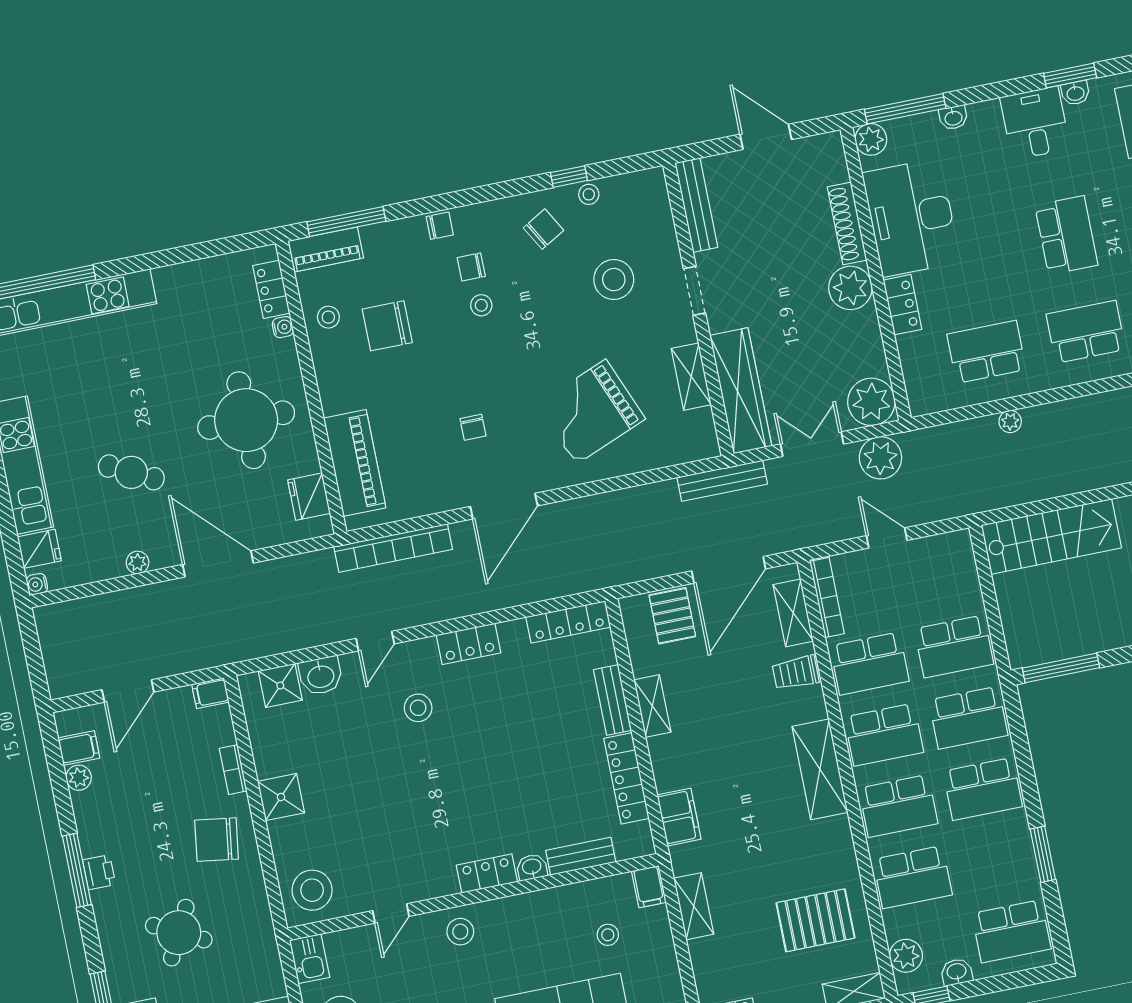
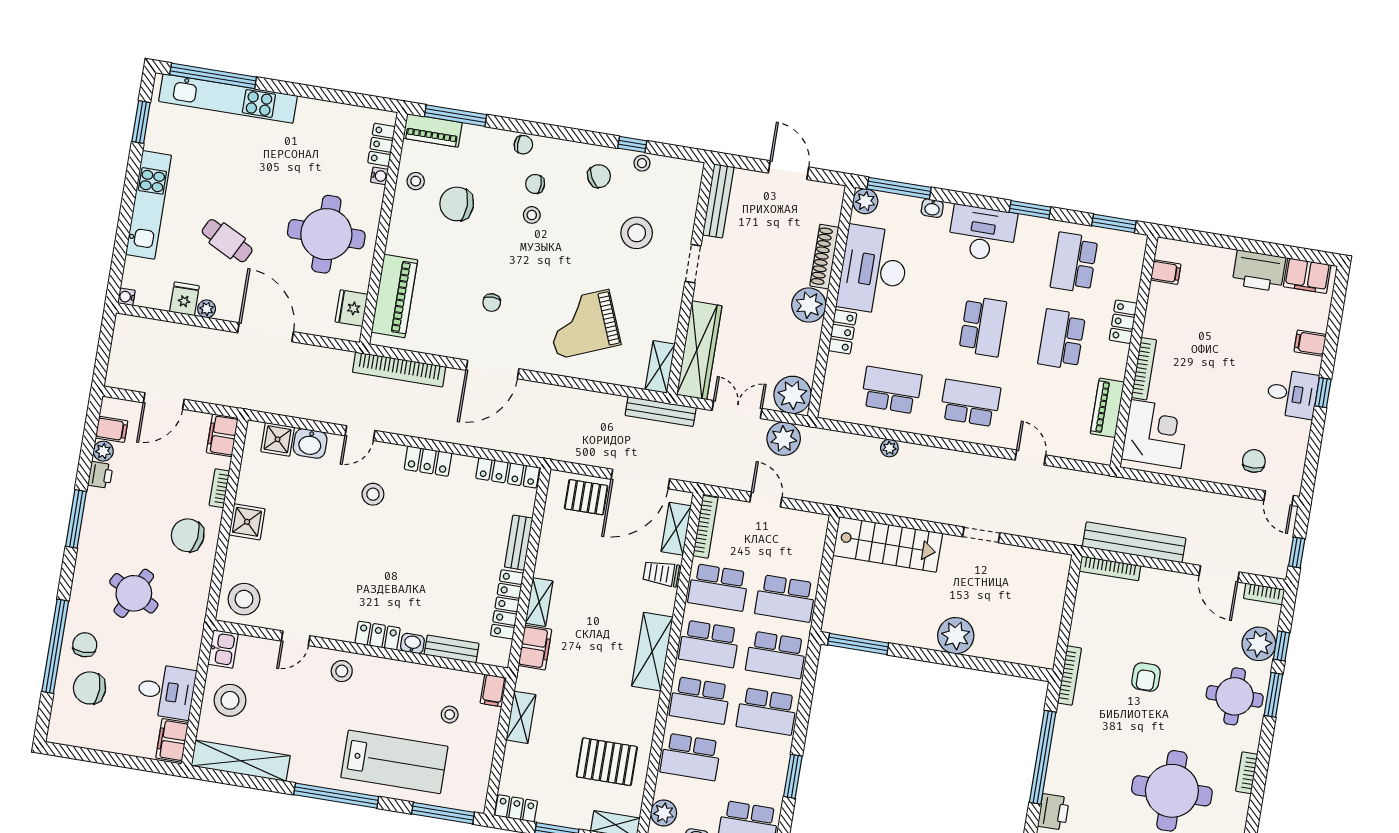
washbasin: (1075, 93) -> (1029, 224), removed
desk: (1035, 123) -> (982, 233), width x1.37
shelving: (691, 377) -> (660, 367), moved
fridge: (39, 549) -> (184, 299), moved, turned -90
pallet: (672, 616) -> (586, 497), turned 90
filing cabinet: (210, 693) -> (222, 435), width x2.00
shelving: (652, 706) -> (539, 602), moved
printer: (99, 872) -> (100, 475), moved

